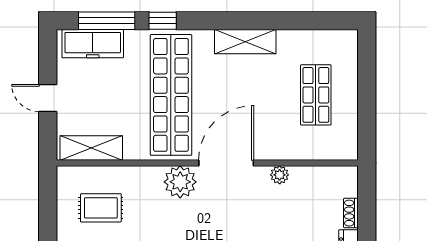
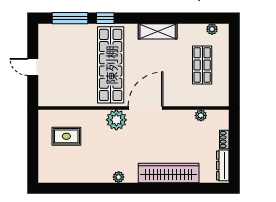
plant: (331, 38) -> (212, 29), added
freezer: (93, 44) -> (61, 33), removed
shelving: (91, 148) -> (60, 98), removed
plant: (280, 175) -> (201, 115), moved

